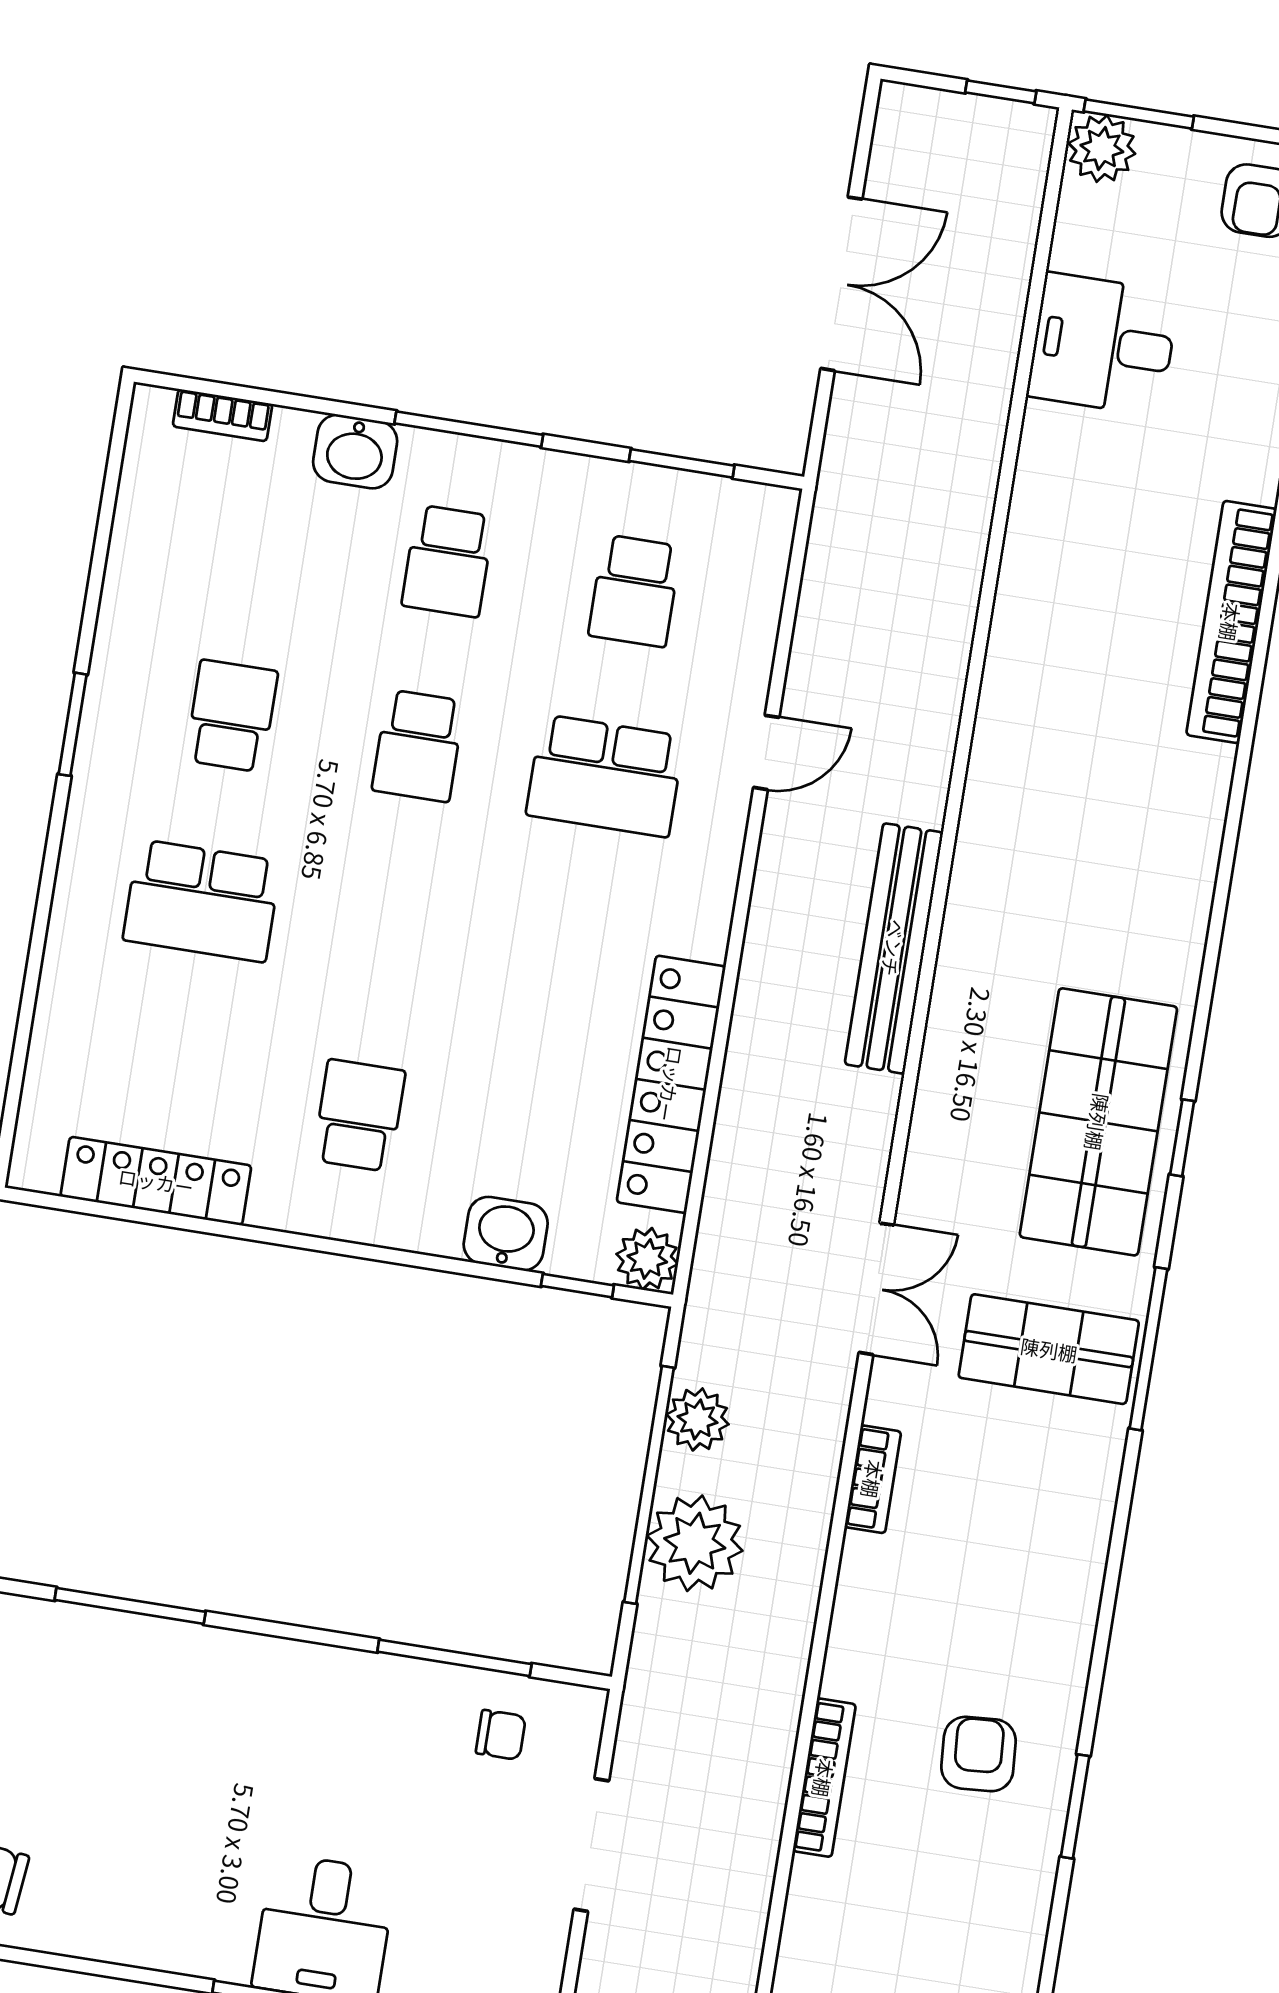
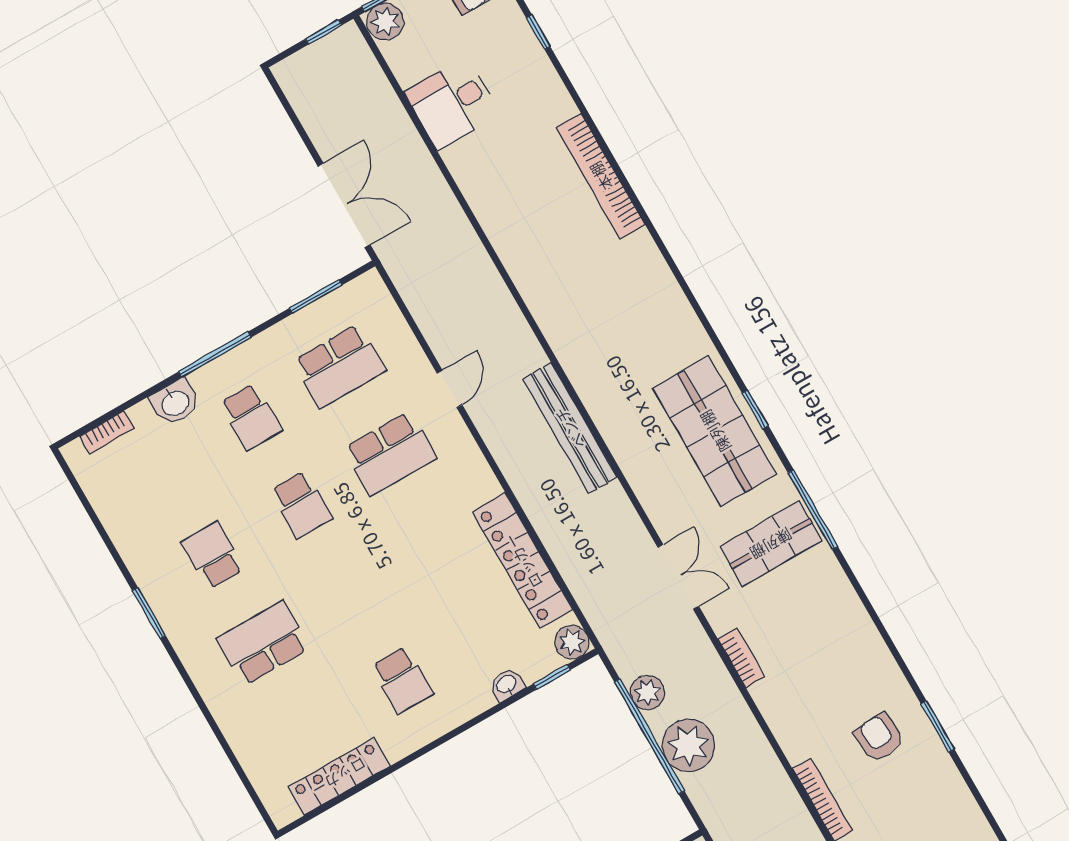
double door: (841, 284) -> (344, 205), moved
school desk: (635, 591) -> (339, 366), width x1.85
school desk: (202, 901) -> (263, 643), turned 180
school desk: (359, 1116) -> (402, 680), turned 180
washbasin: (506, 1234) -> (507, 685), width x0.72, depth x0.69

